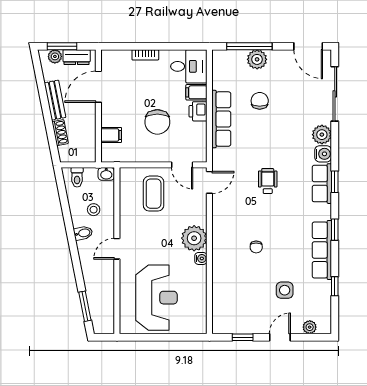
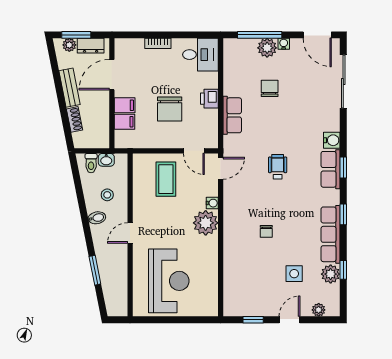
water cooler: (274, 55) -> (284, 44), added
filing cabinet: (196, 92) -> (125, 105), moved, turned 180
row of seats: (221, 119) -> (232, 115), width x0.68
plant: (322, 135) -> (331, 274), moved
washbasin: (106, 174) -> (106, 160), moved
water cooler: (201, 258) -> (212, 203), moved
window: (85, 306) -> (95, 270), moved

